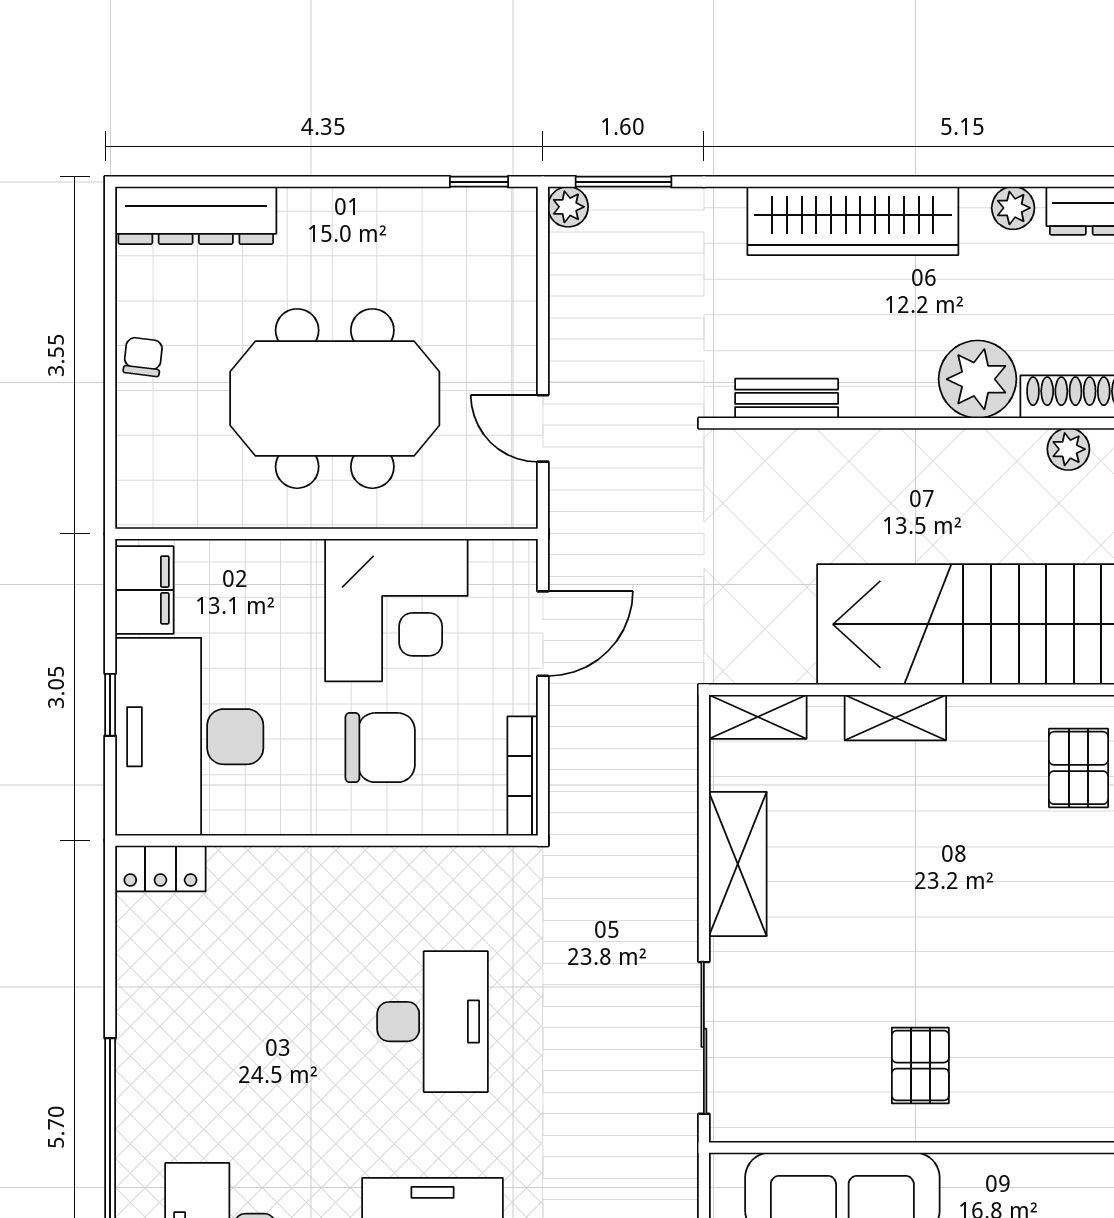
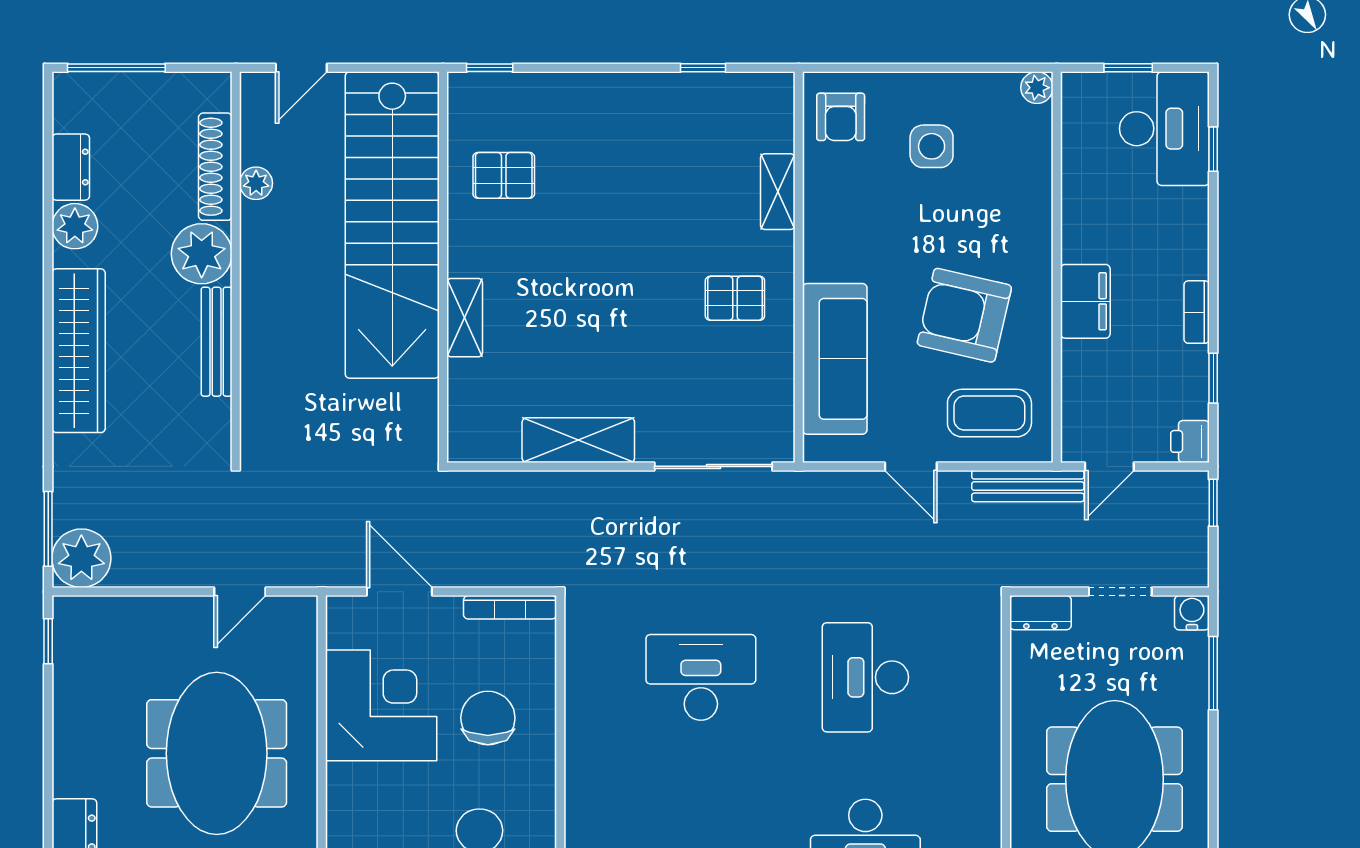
plant: (568, 207) -> (81, 558), width x1.87, depth x1.87
plant: (1013, 208) -> (75, 226), width x1.38, depth x1.38
bench: (787, 398) -> (217, 342), moved, width x1.36
shelving: (758, 717) -> (778, 192), moved

